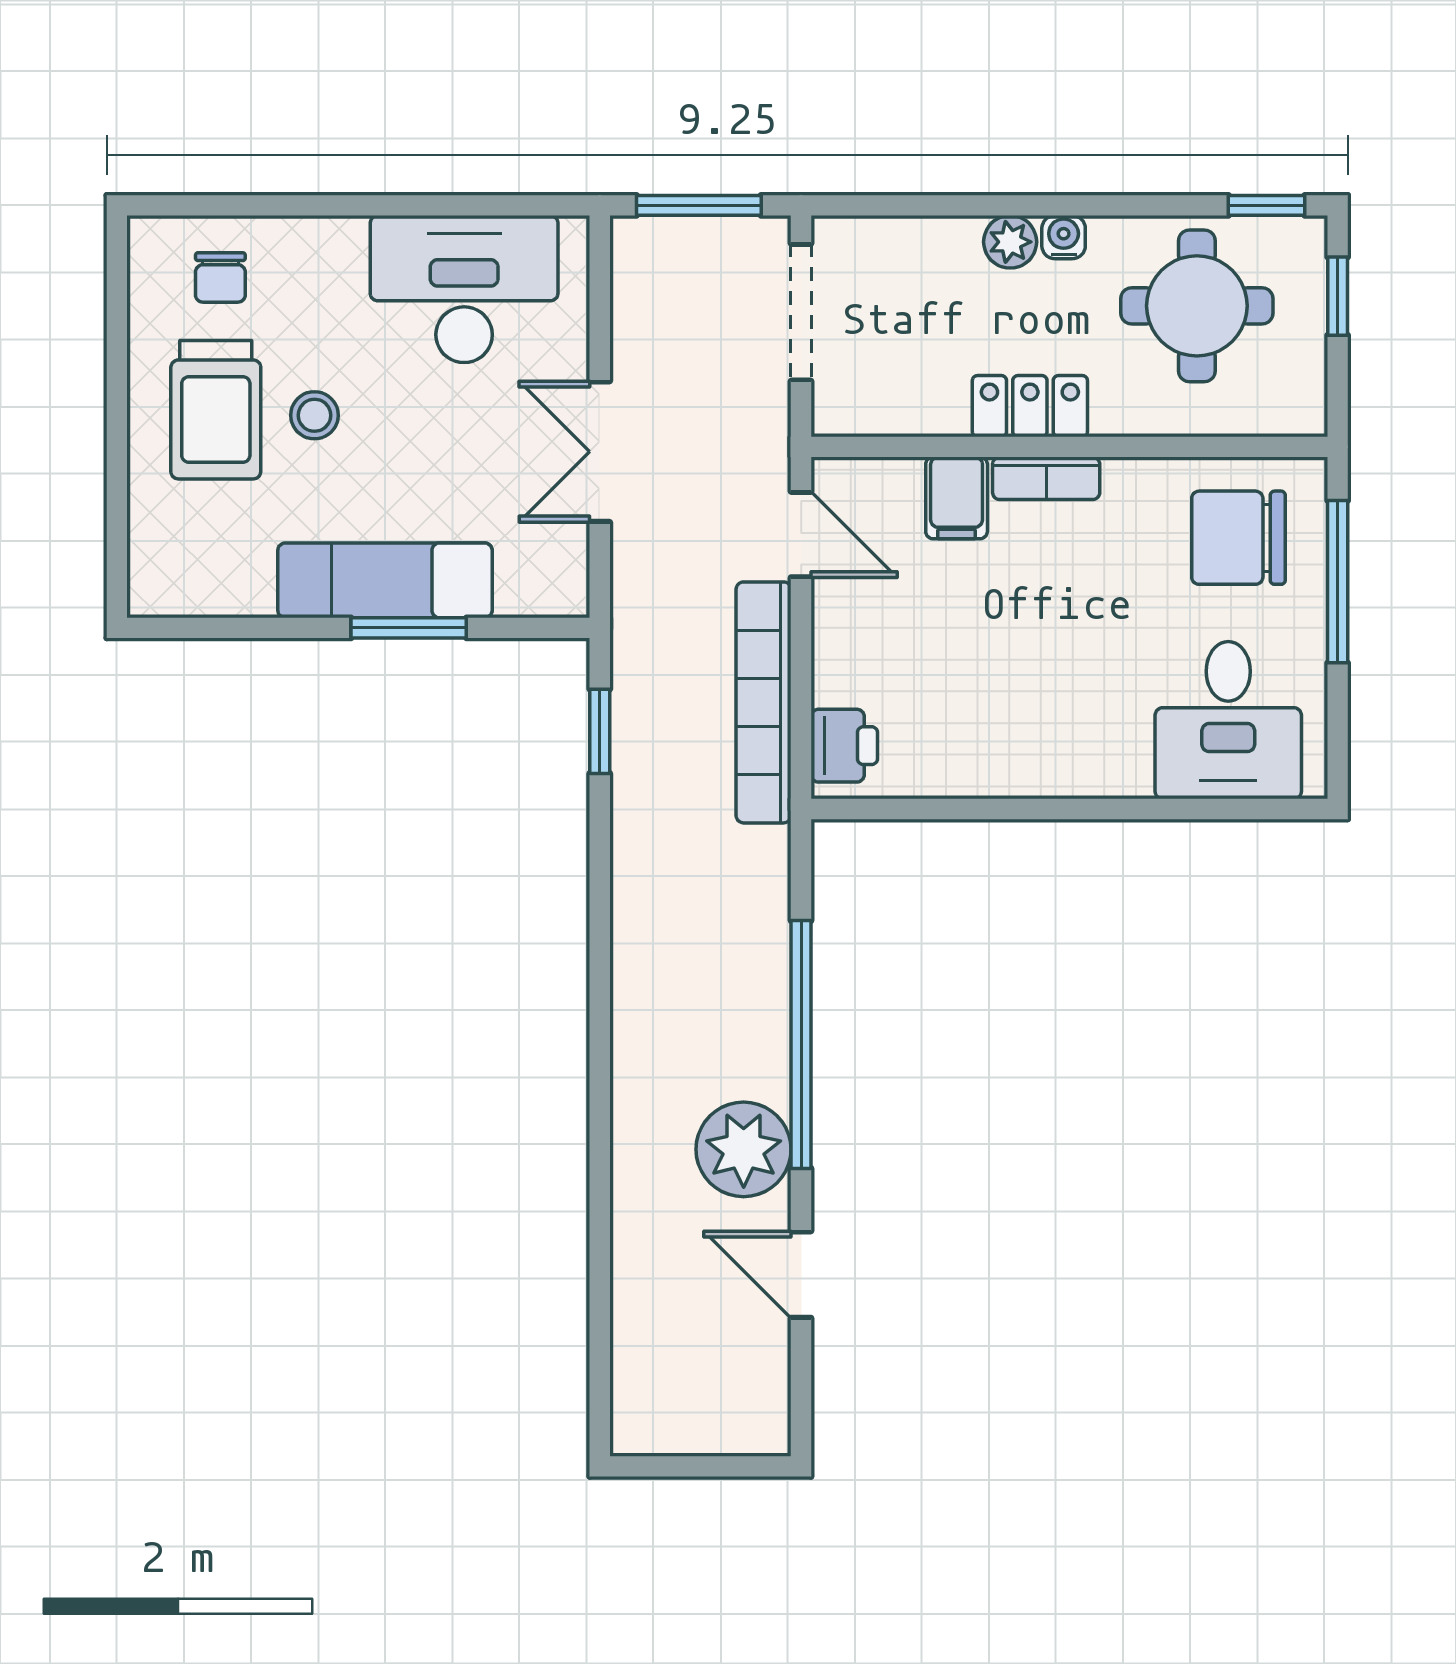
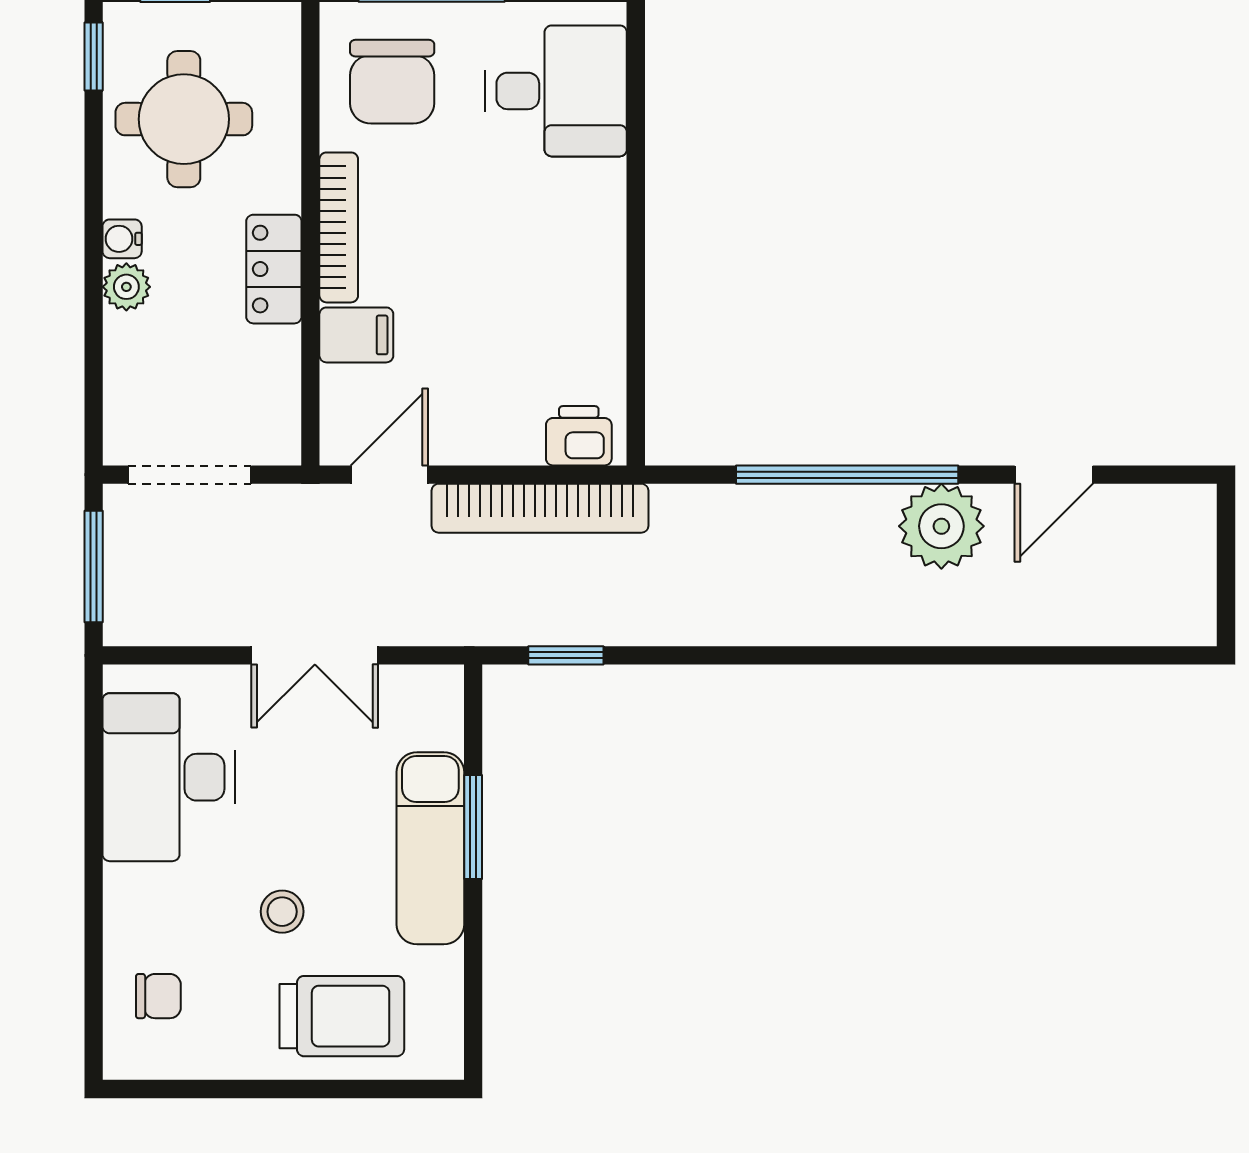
trolley: (216, 410) -> (342, 1016), moved
bookcase: (1046, 478) -> (339, 227), width x1.56

